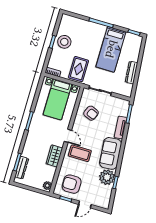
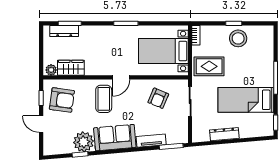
wardrobe: (54, 156) -> (71, 68), moved
armchair: (72, 184) -> (62, 100), turned 98

